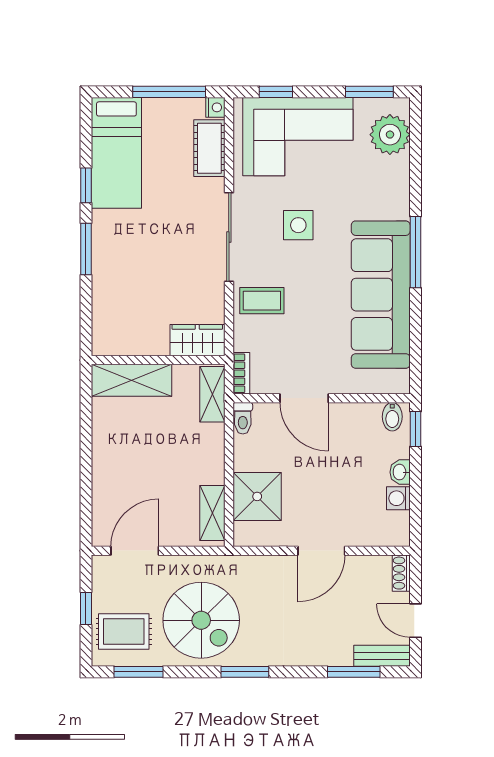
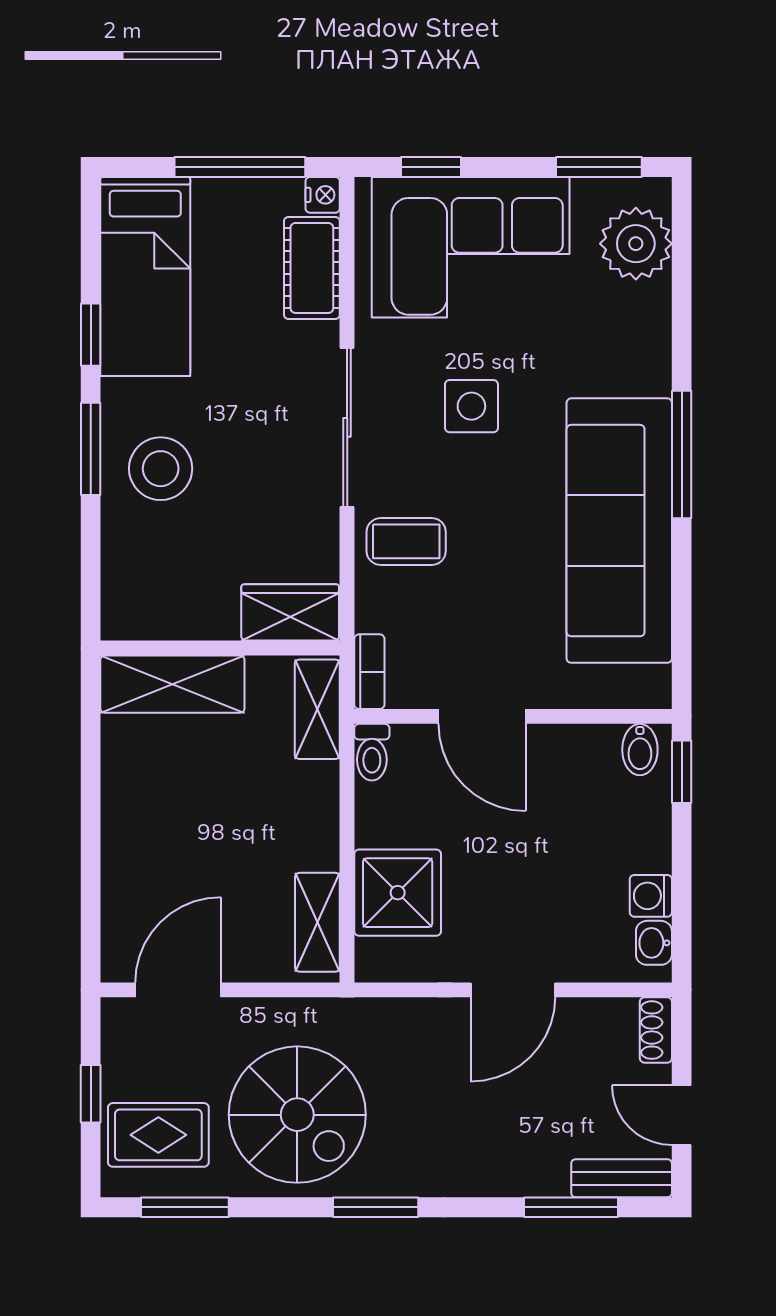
stool: (125, 260) -> (161, 469), added
washbasin: (400, 472) -> (654, 943), moved

